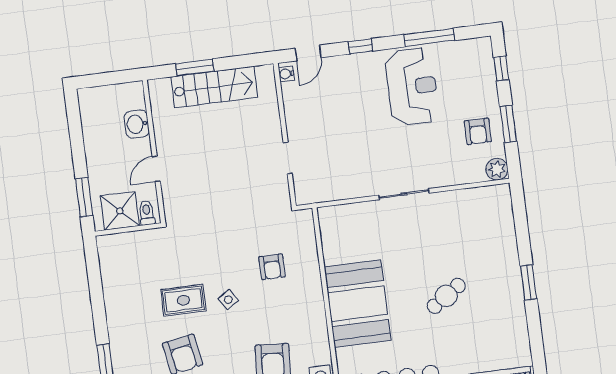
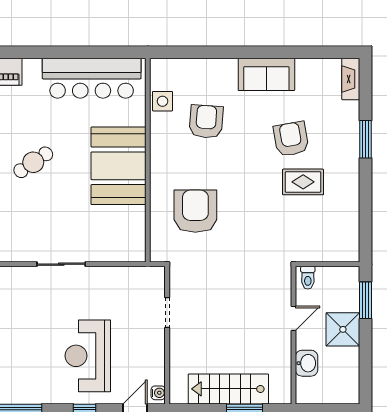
reception desk: (412, 87) -> (88, 356), moved
shower: (120, 211) -> (343, 329), moved
armchair: (272, 267) -> (195, 211), width x1.88, depth x1.88
rug: (183, 300) -> (303, 182), moved
side table: (228, 300) -> (241, 185), removed

